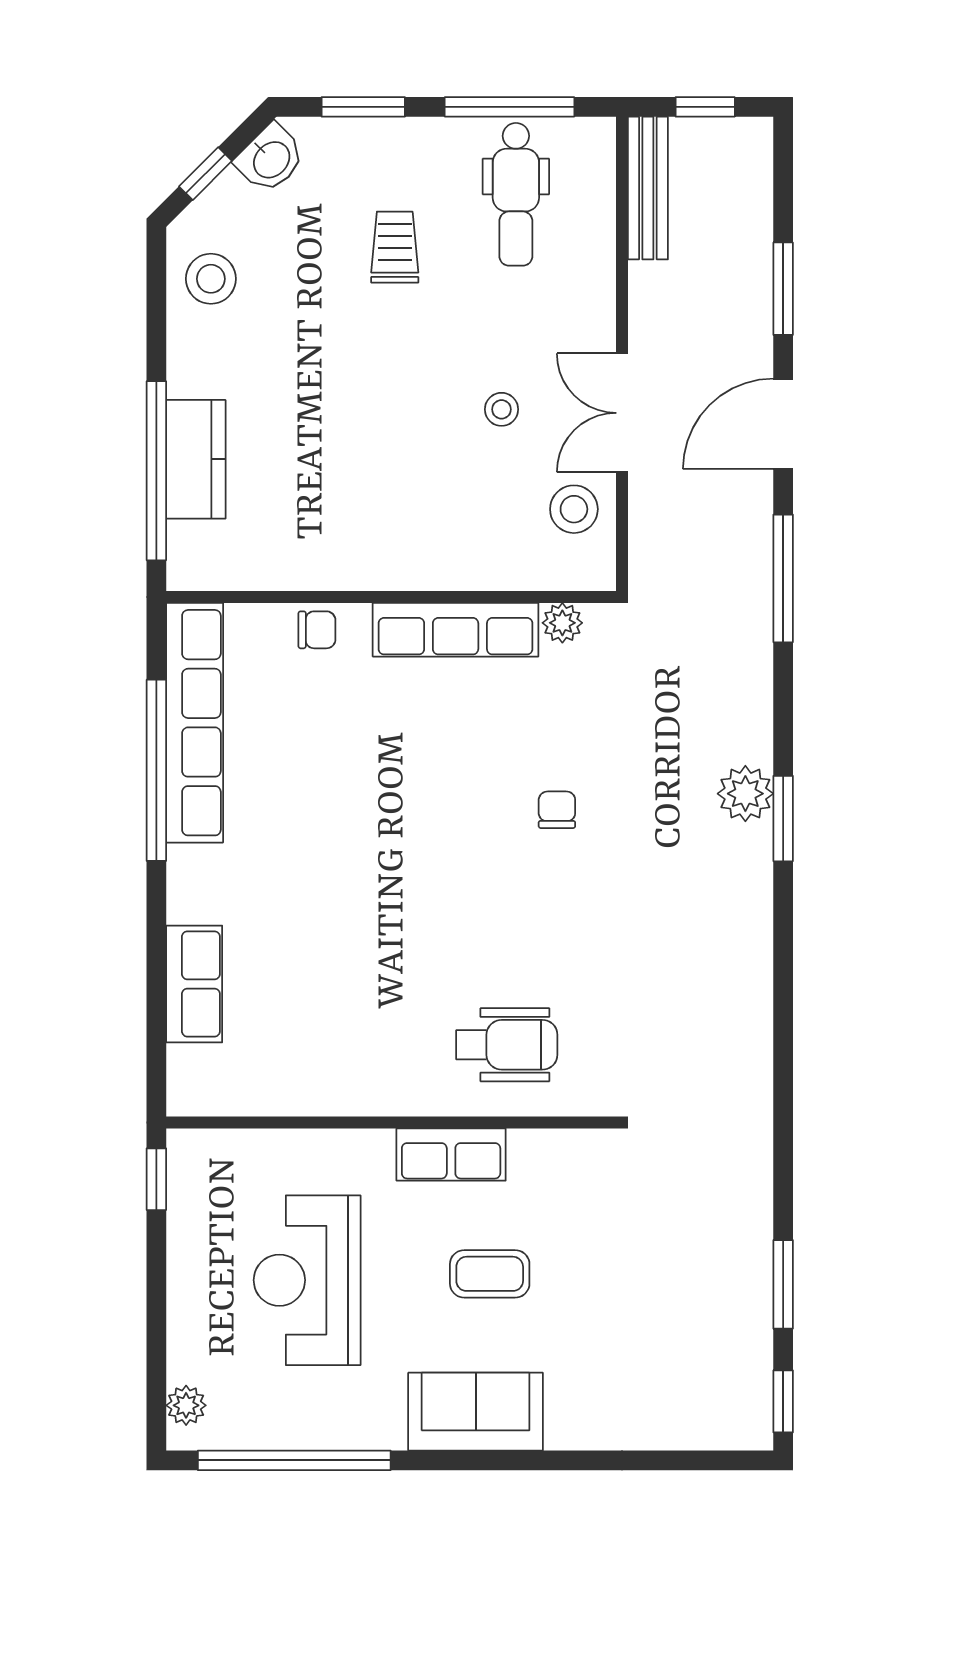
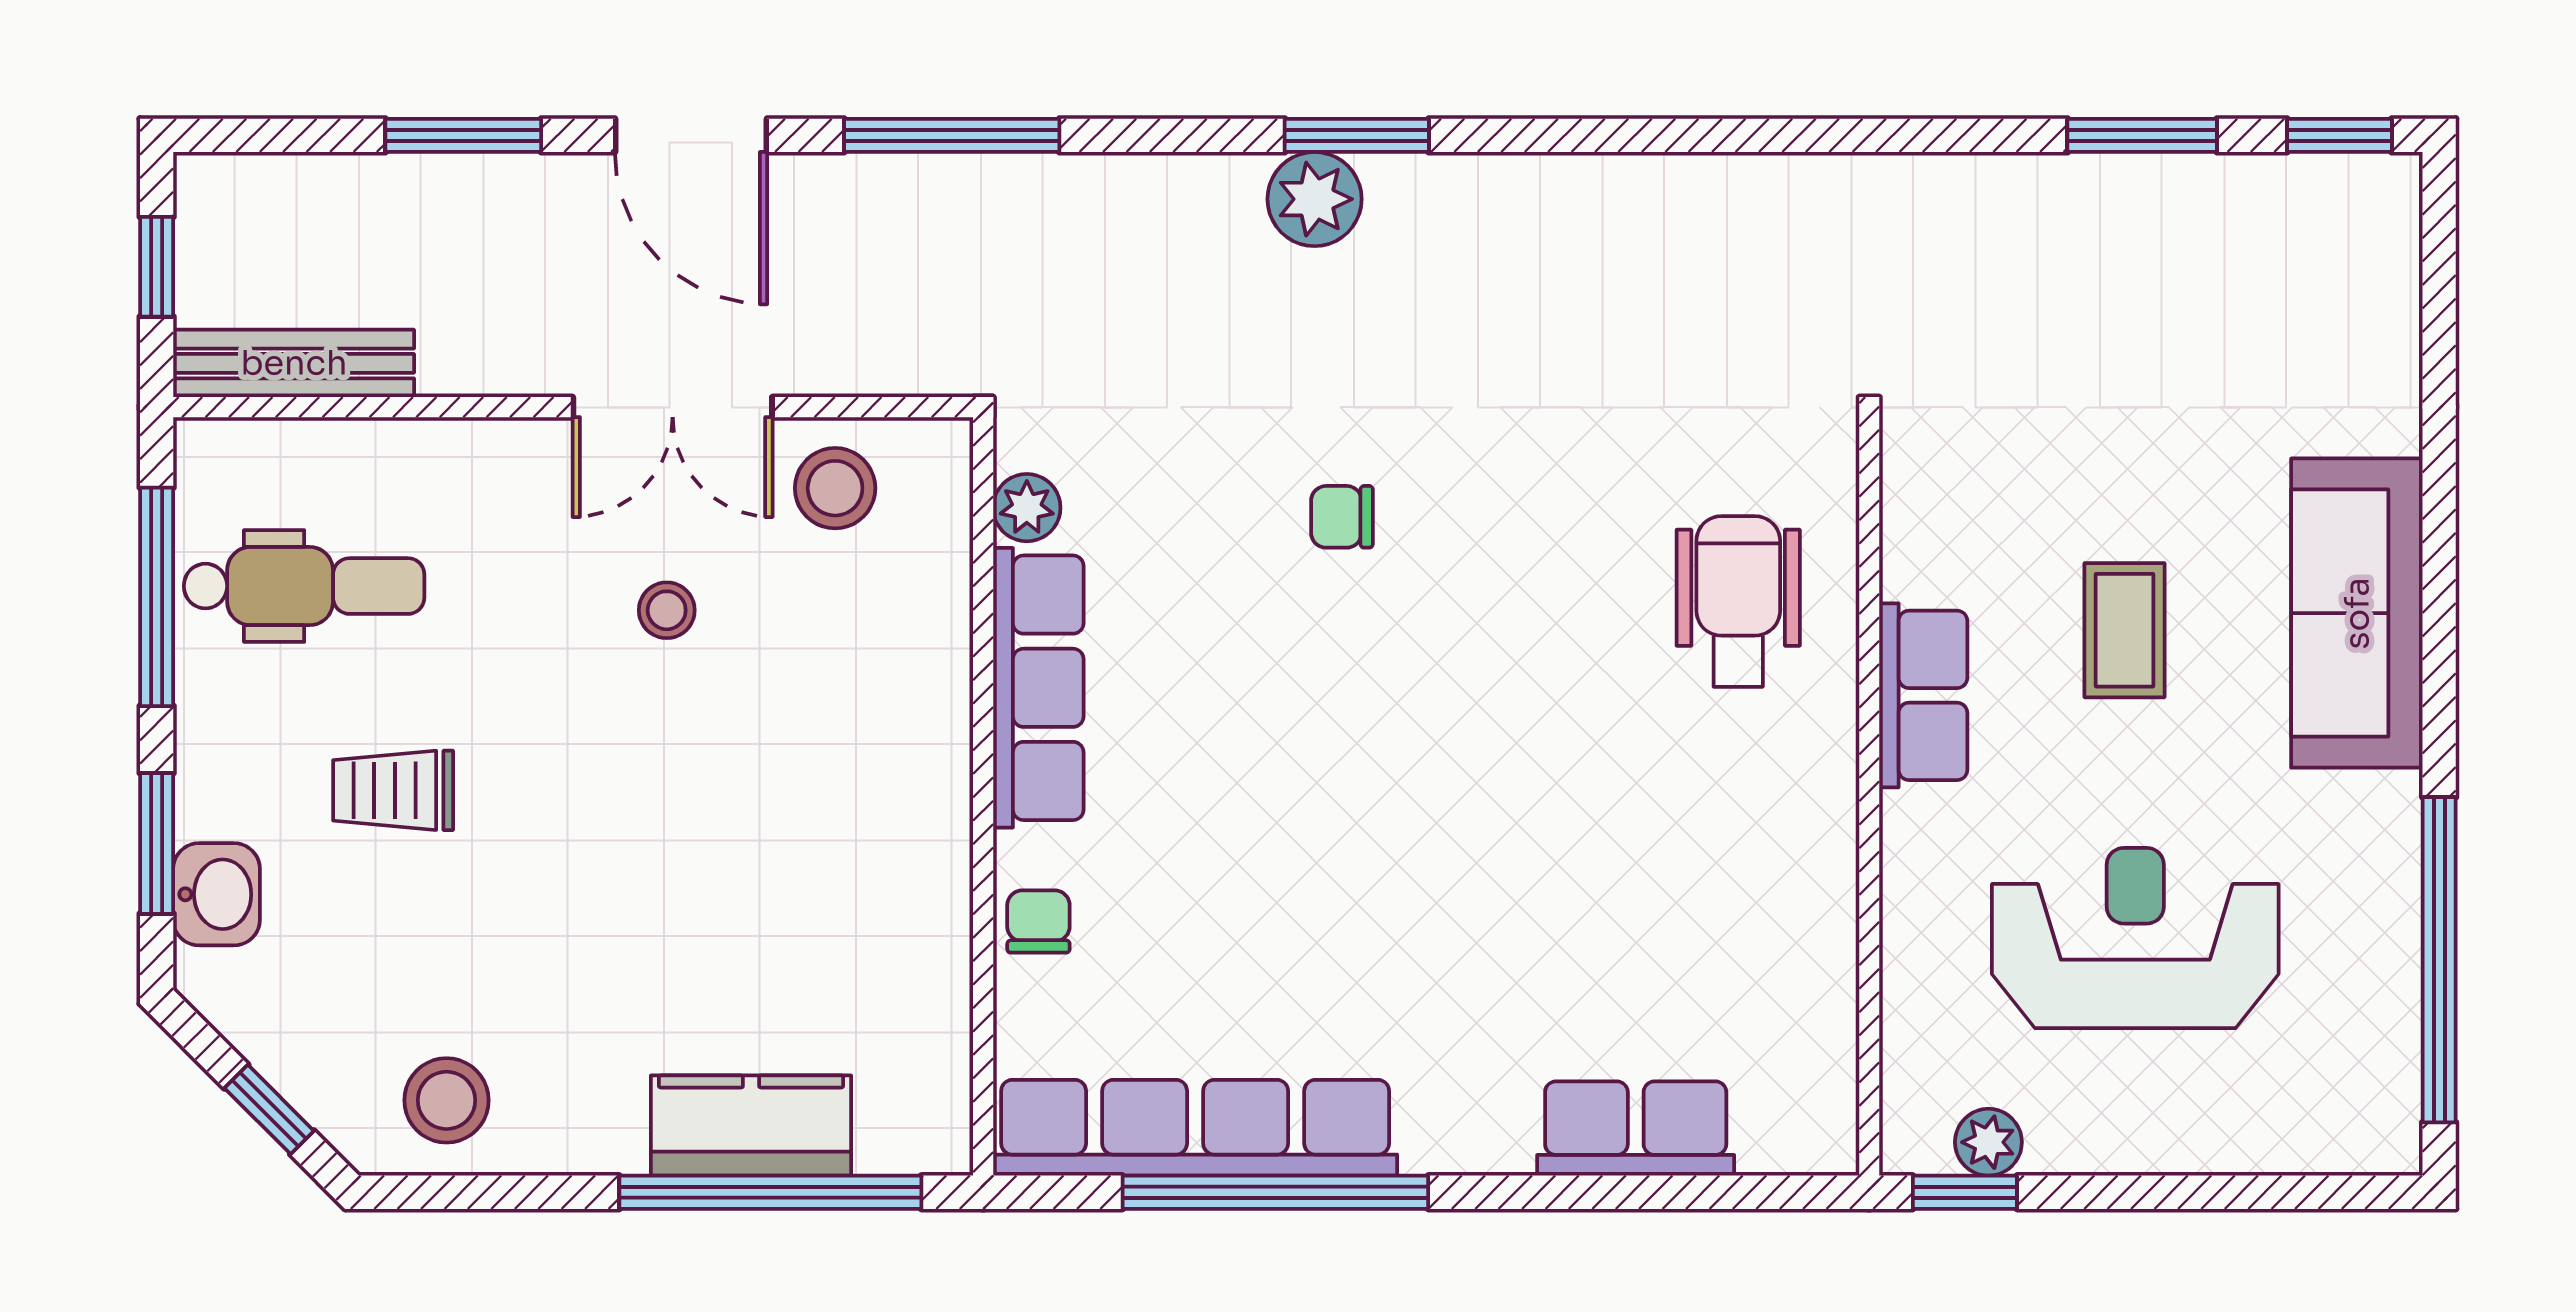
washbasin: (271, 159) -> (217, 894), moved, turned 45
reception desk: (307, 1280) -> (2135, 938), turned 180
plant: (186, 1405) -> (1988, 1142), moved
sofa: (476, 1412) -> (2357, 613), width x1.36

